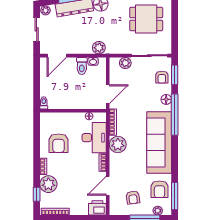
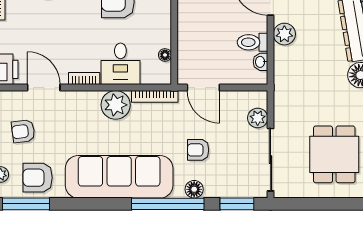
plant: (99, 48) -> (284, 34), moved
armchair: (162, 77) -> (198, 150), moved
desk: (94, 138) -> (120, 64), width x0.73

